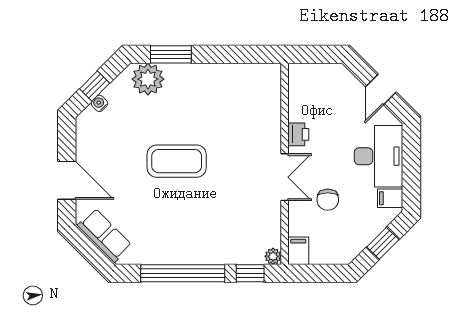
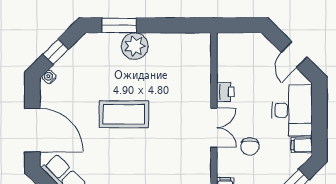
plant: (148, 79) -> (135, 46), moved
water cooler: (99, 103) -> (49, 77), moved
door: (67, 180) -> (32, 130), width x1.36

